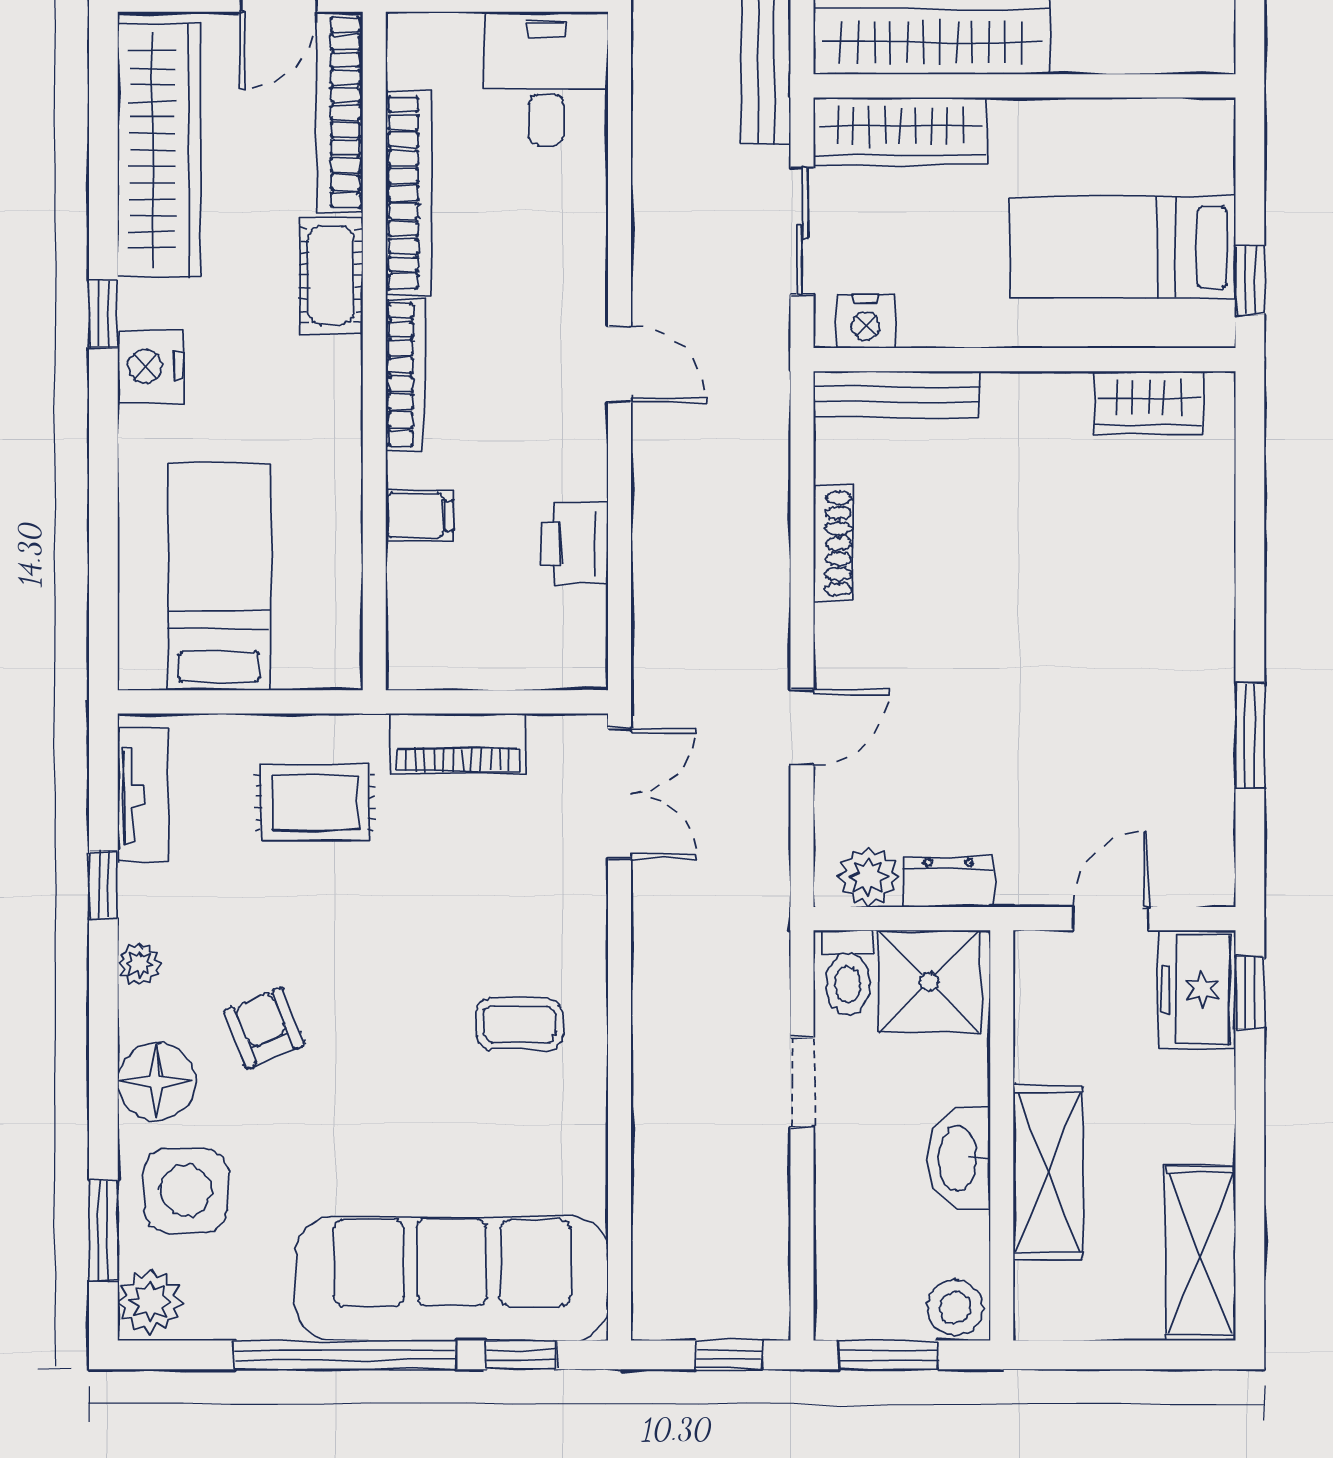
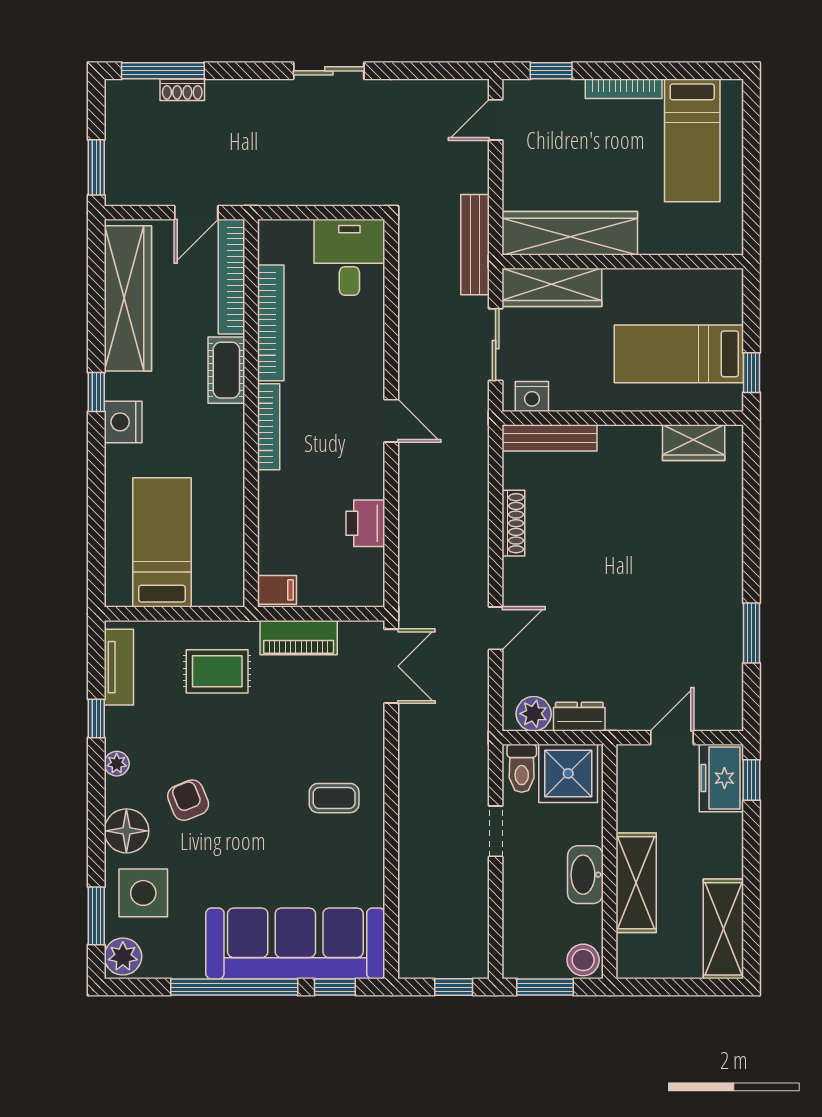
filing cabinet: (420, 515) -> (277, 590), moved

